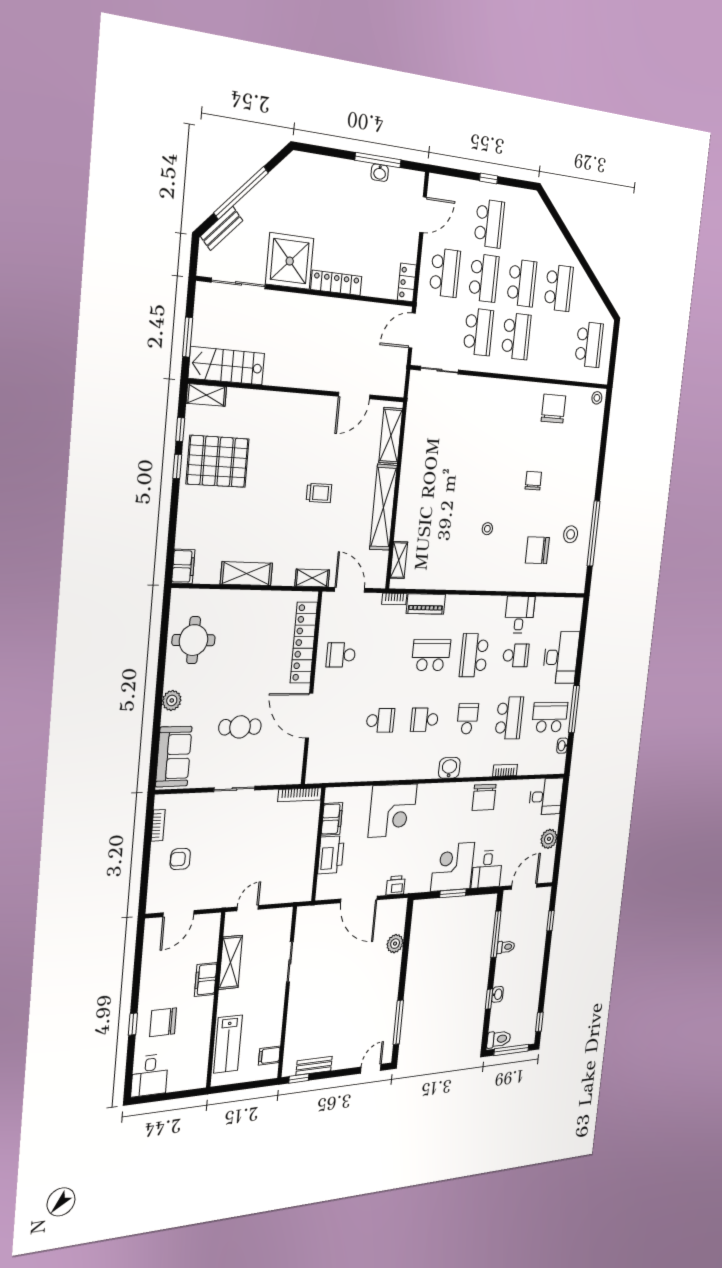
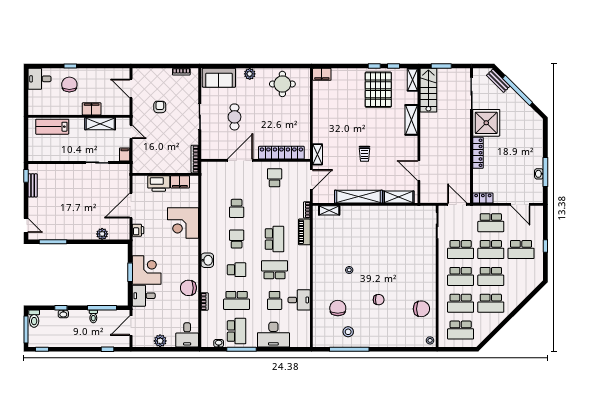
school desk: (553, 340) -> (461, 303), added
shelving: (246, 574) -> (411, 120), moved
armchair: (180, 859) -> (160, 107), moved
door: (524, 886) -> (131, 326), swing flipped
filing cabinet: (269, 1056) -> (125, 155), moved

